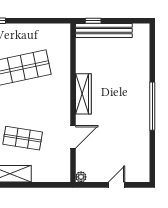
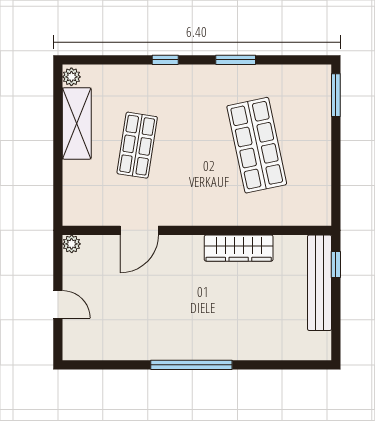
wardrobe: (83, 94) -> (239, 248), moved
door: (73, 137) -> (139, 230), hinge flipped

